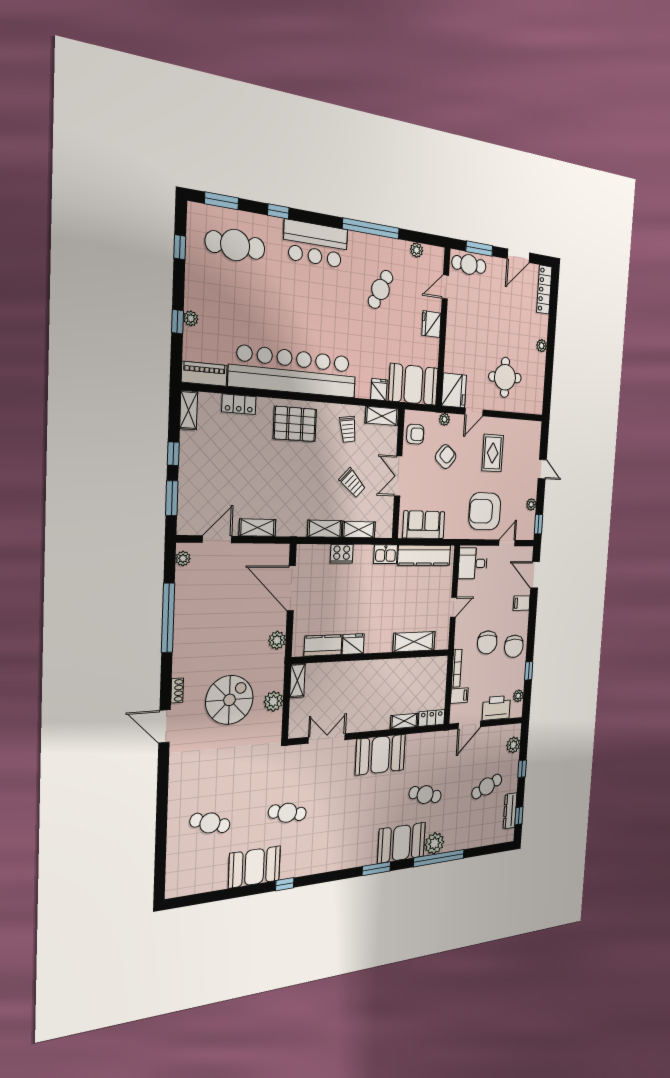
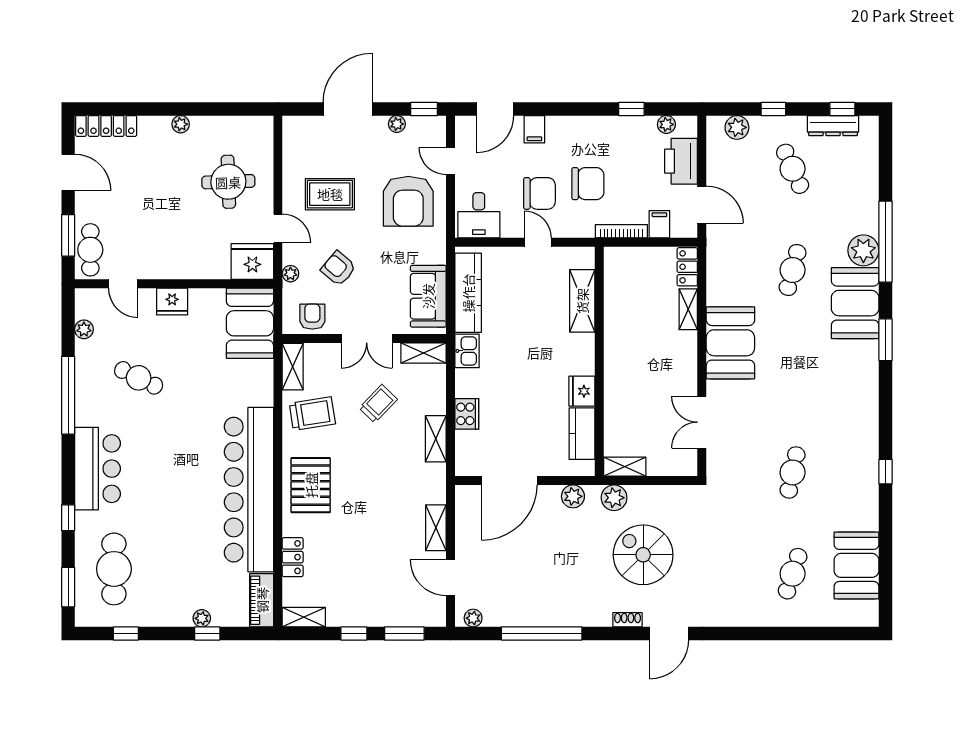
fridge: (379, 390) -> (260, 373), removed
trolley: (348, 429) -> (312, 414), width x1.36, depth x1.39
door: (542, 469) -> (348, 109), width x1.88
shelving: (359, 530) -> (424, 353), moved, turned 90
chair: (514, 646) -> (540, 193), moved
plant: (273, 701) -> (614, 498), moved
booth: (255, 867) -> (856, 565), moved

